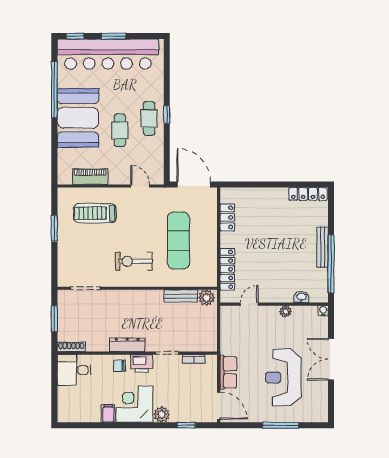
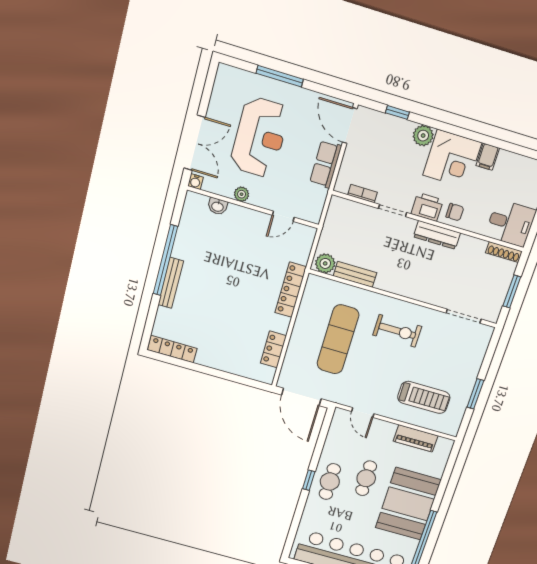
washbasin: (301, 297) -> (218, 206), moved
door: (249, 304) -> (283, 216), moved
wall: (274, 304) -> (253, 207), moved
plant: (286, 311) -> (242, 194), moved
water cooler: (323, 311) -> (195, 182), moved

